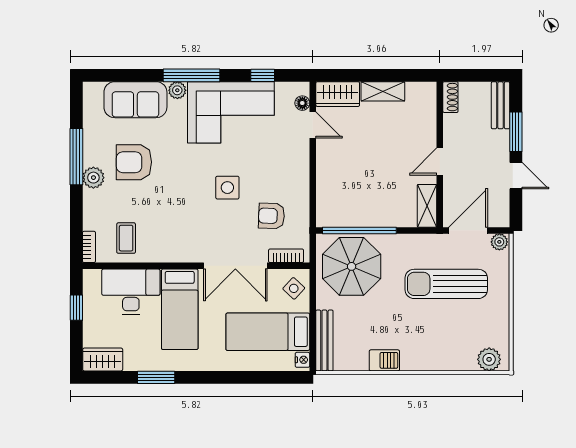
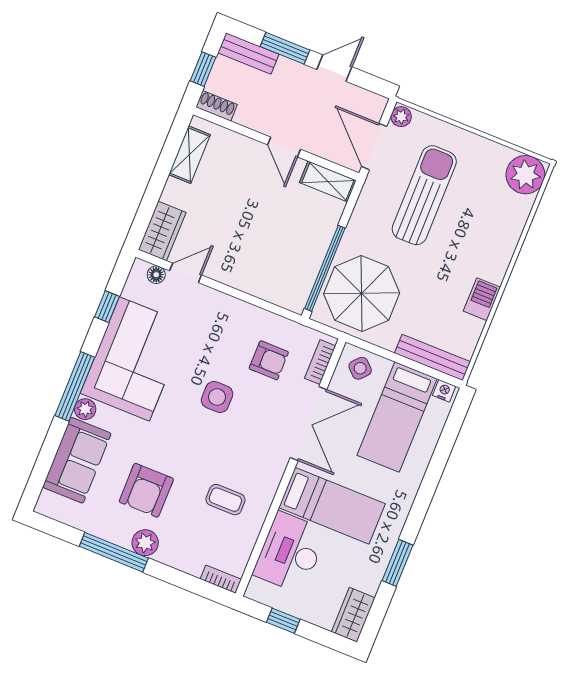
window: (474, 75) -> (203, 69), added
shelving: (383, 91) -> (189, 155), moved
armchair: (272, 216) -> (269, 360), turned -92
coffee table: (126, 238) -> (225, 500), moved
sun lounger: (446, 284) -> (424, 195), turned 180
plant: (489, 359) -> (525, 175), width x1.36, depth x1.36

